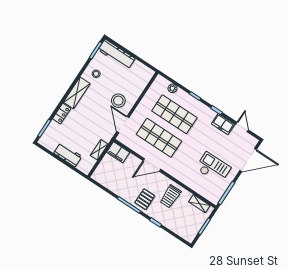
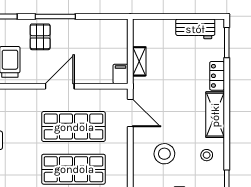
stool: (118, 101) -> (164, 154), moved
filing cabinet: (118, 152) -> (120, 74), width x0.50
workbench: (68, 155) -> (195, 29), moved

